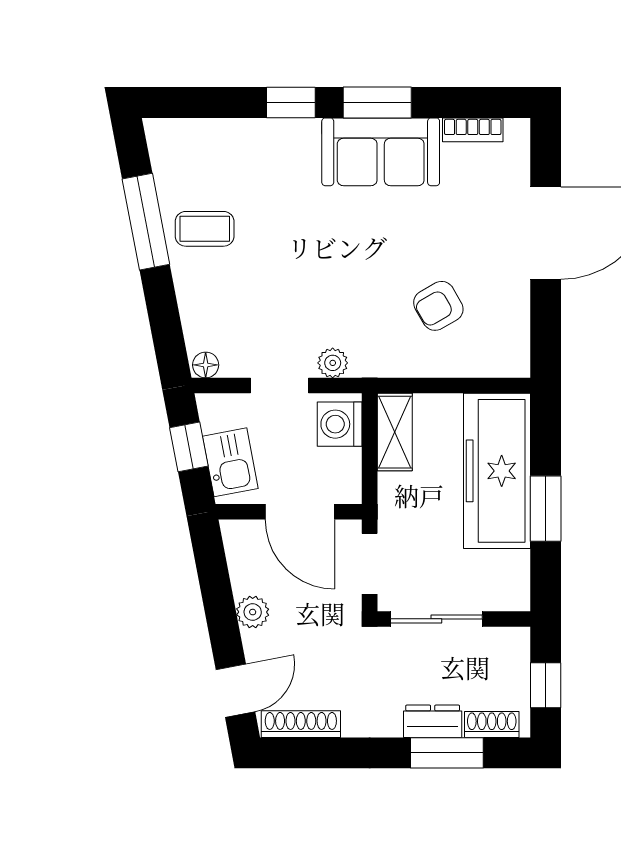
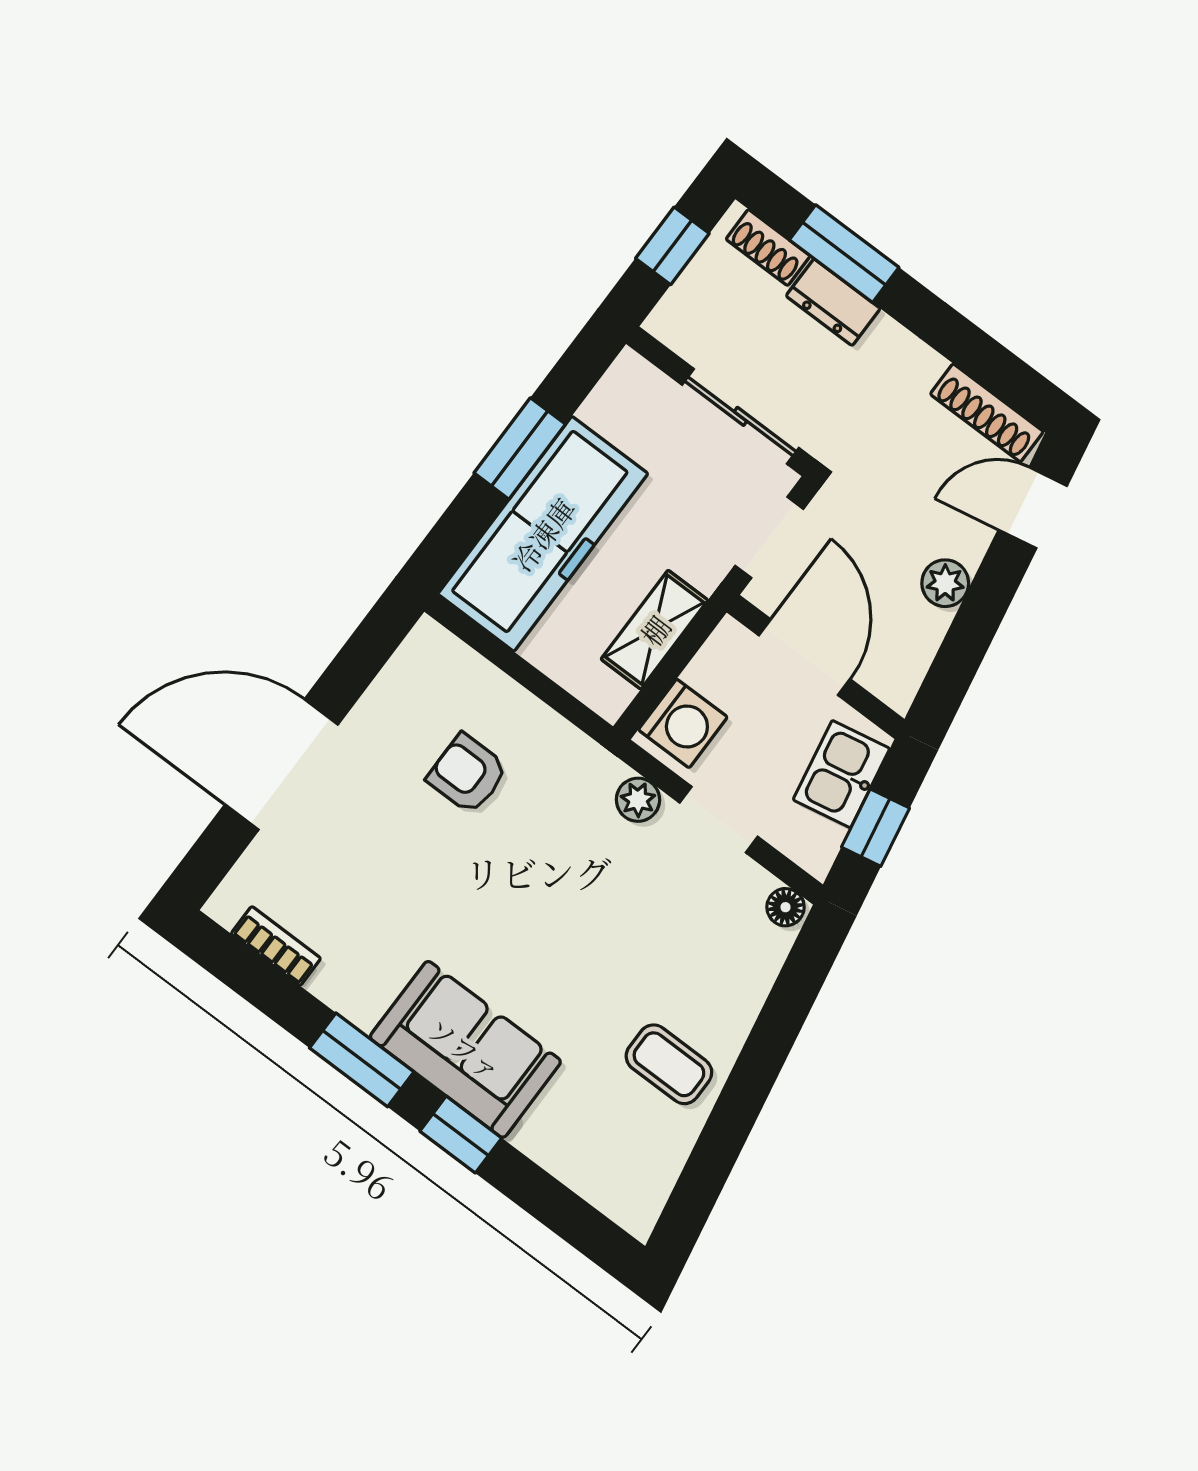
sofa: (381, 152) -> (465, 1049), moved
window: (146, 222) -> (730, 1123), removed
armchair: (438, 306) -> (467, 774), turned -150
shelving: (395, 432) -> (655, 630), moved

